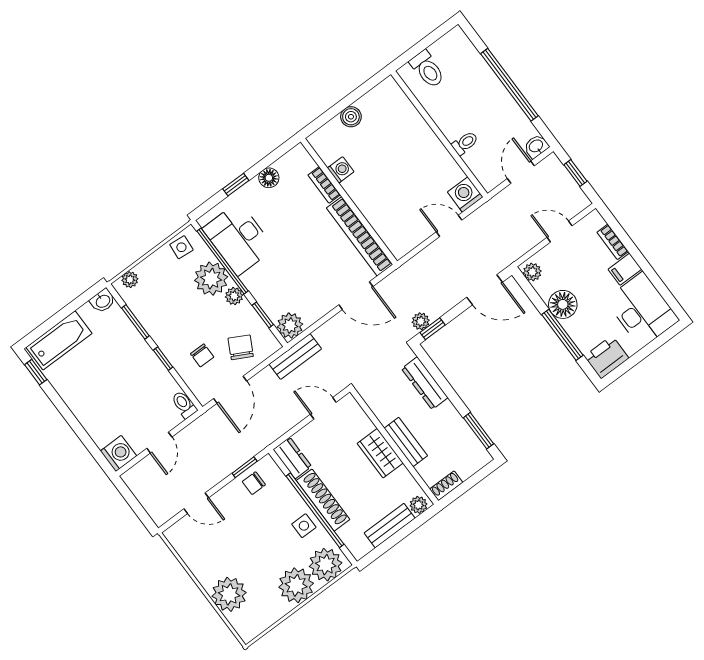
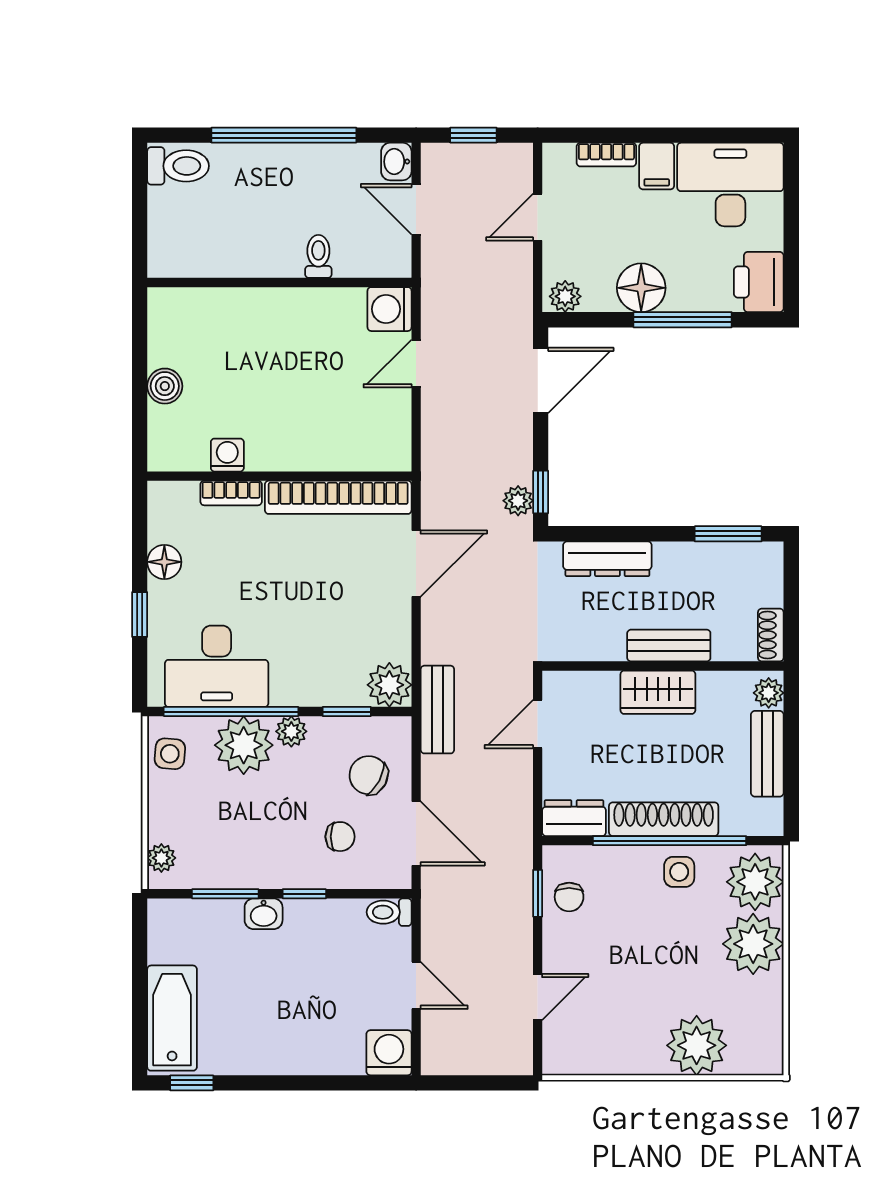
toilet: (427, 69) -> (178, 166), moved
washbasin: (103, 301) -> (264, 914), moved, turned 90

